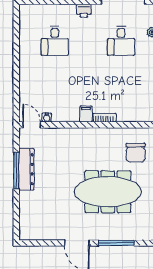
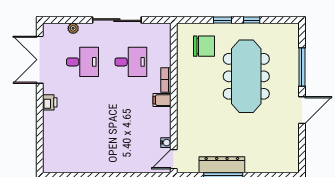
desk: (55, 41) -> (131, 62), moved

